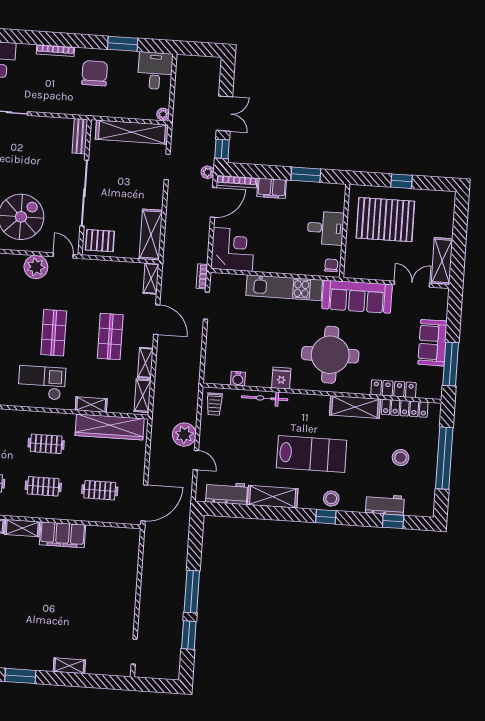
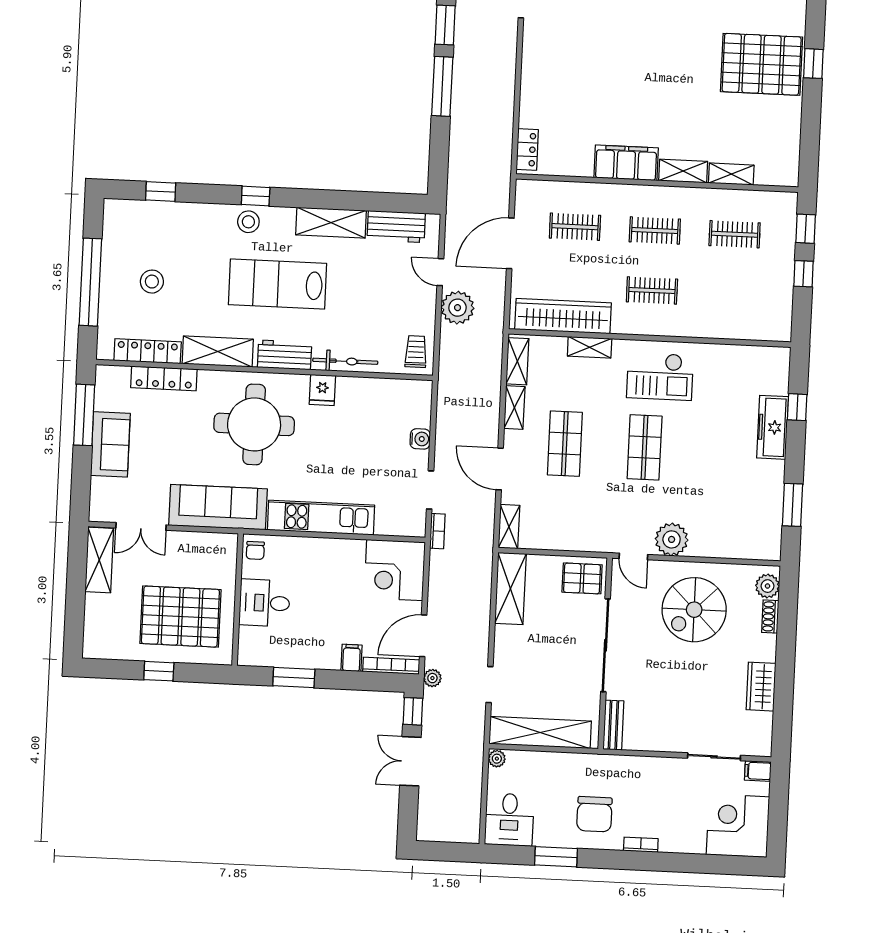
bookcase: (55, 51) -> (641, 845), width x0.64
filing cabinet: (272, 188) -> (352, 658), width x0.50
water cooler: (238, 379) -> (420, 439), moved, turned 90
door: (144, 503) -> (510, 243), moved
workbench: (385, 504) -> (284, 355), moved, turned 180
locker: (132, 546) -> (527, 149), added

